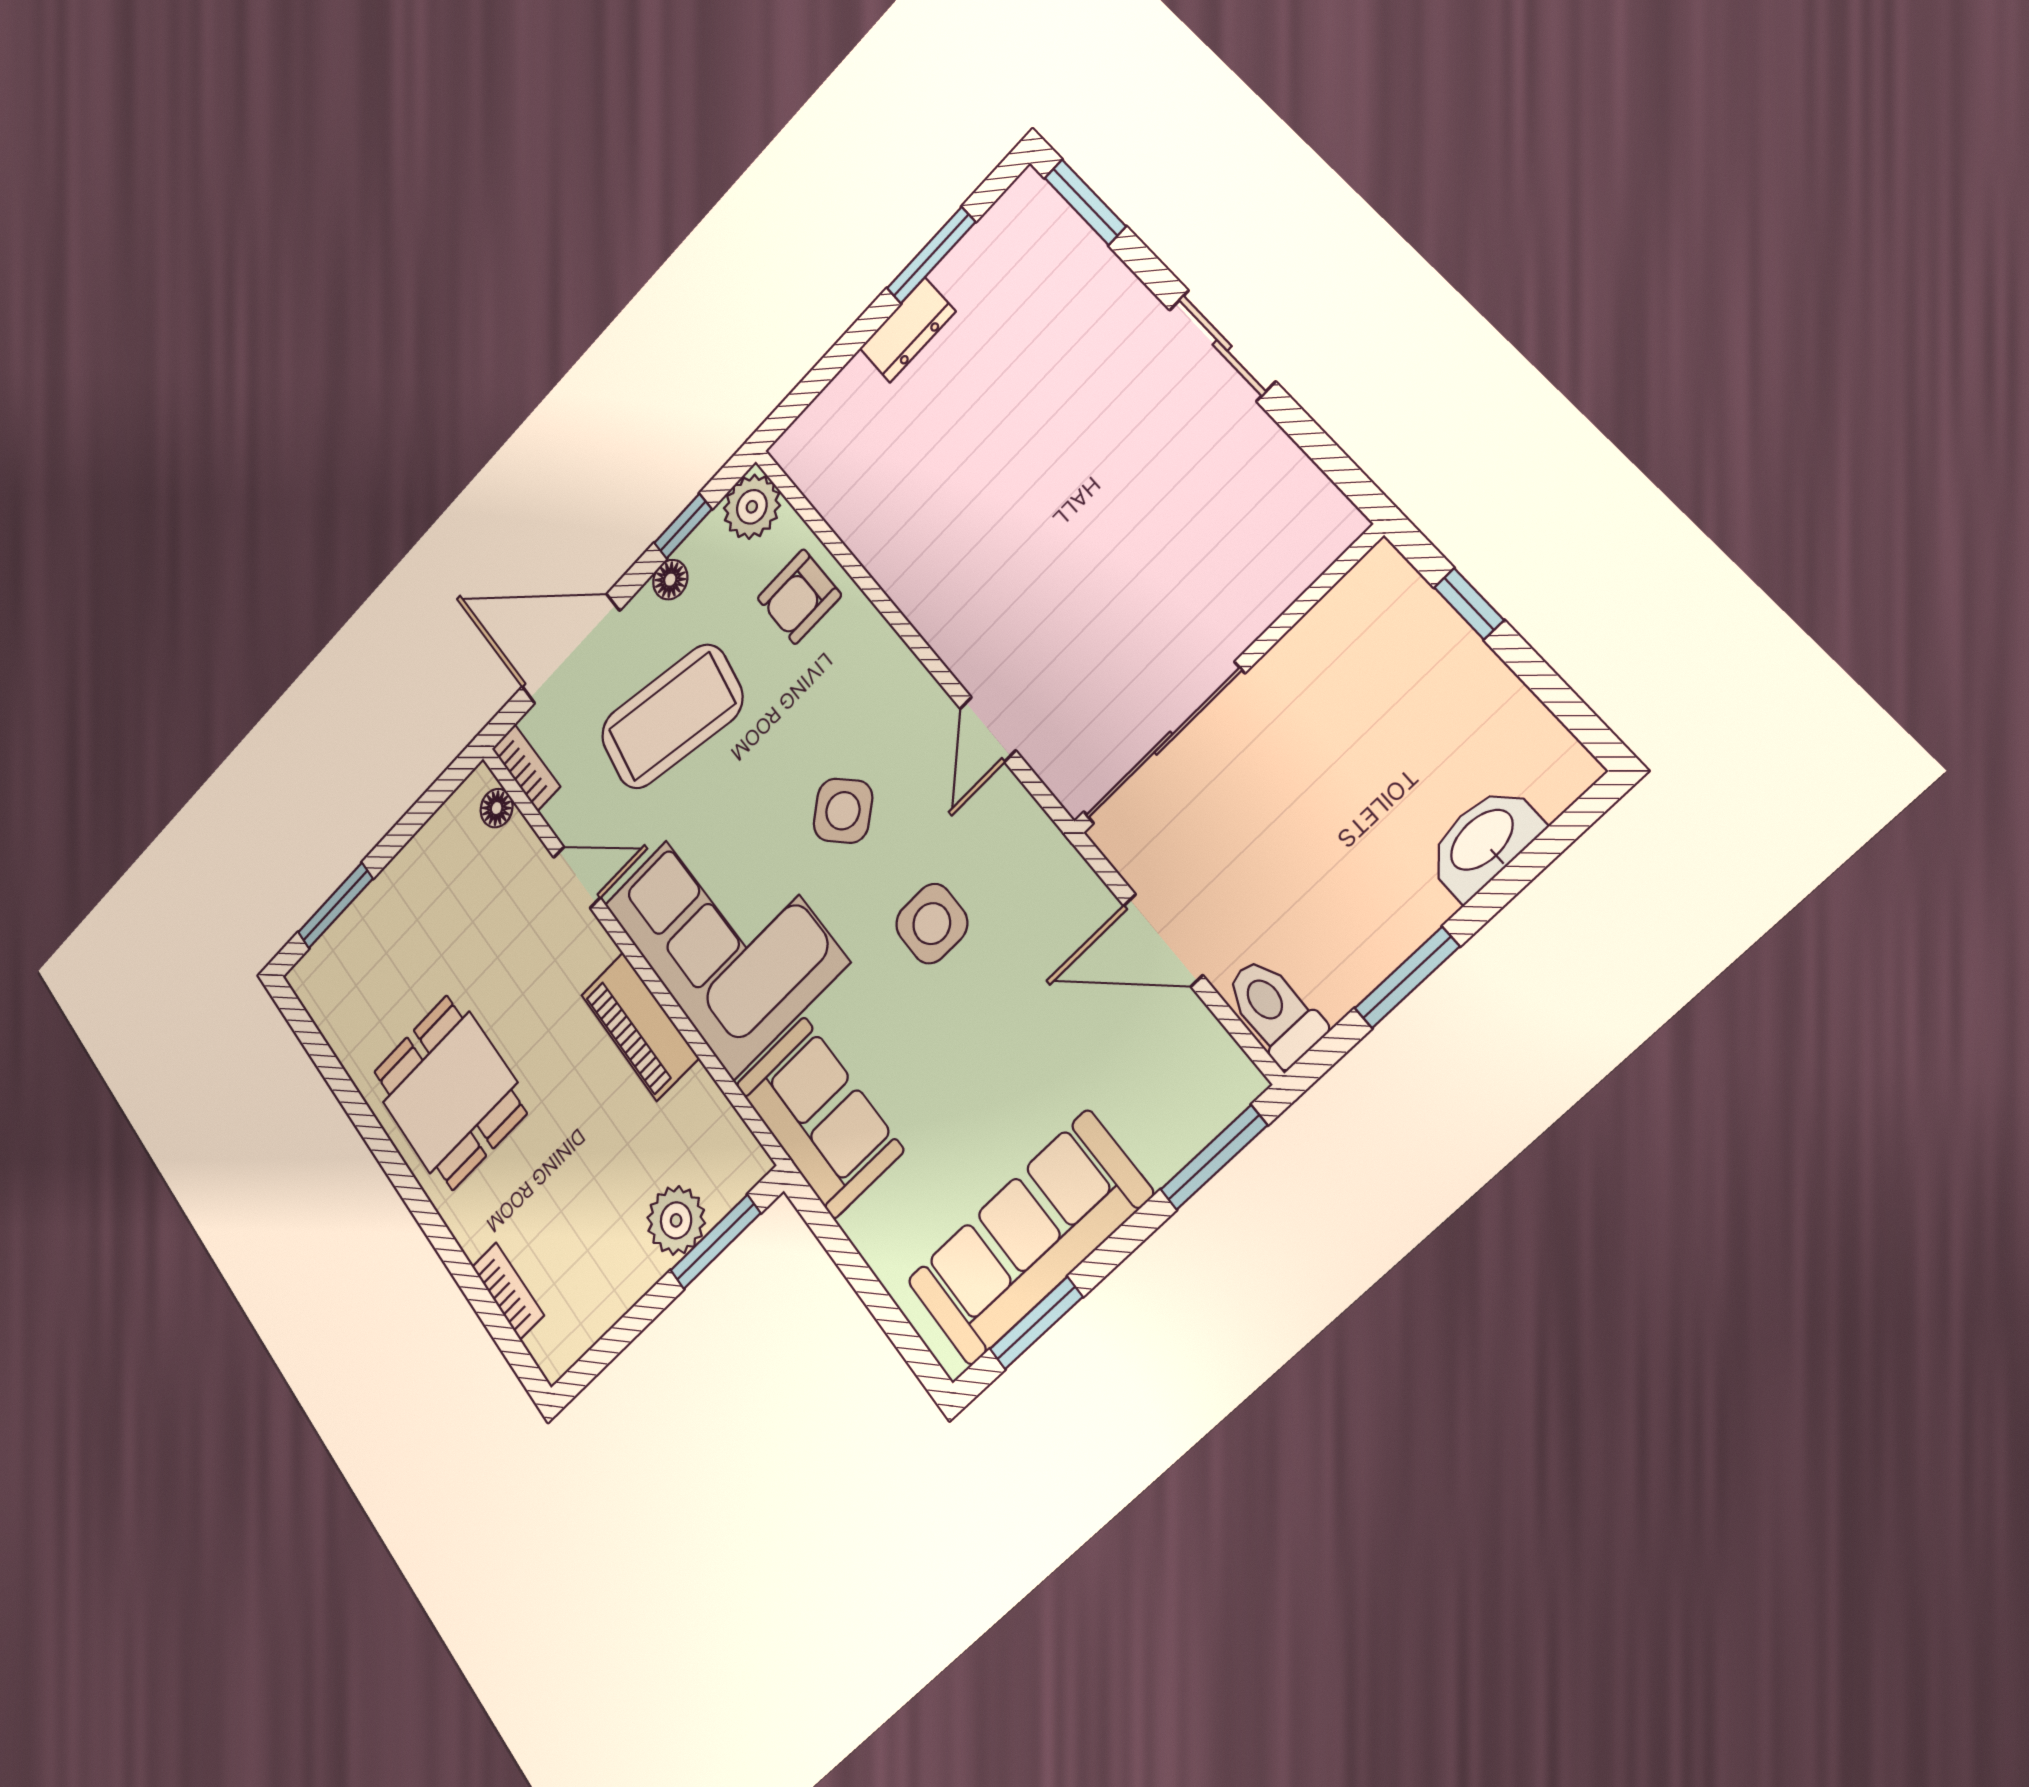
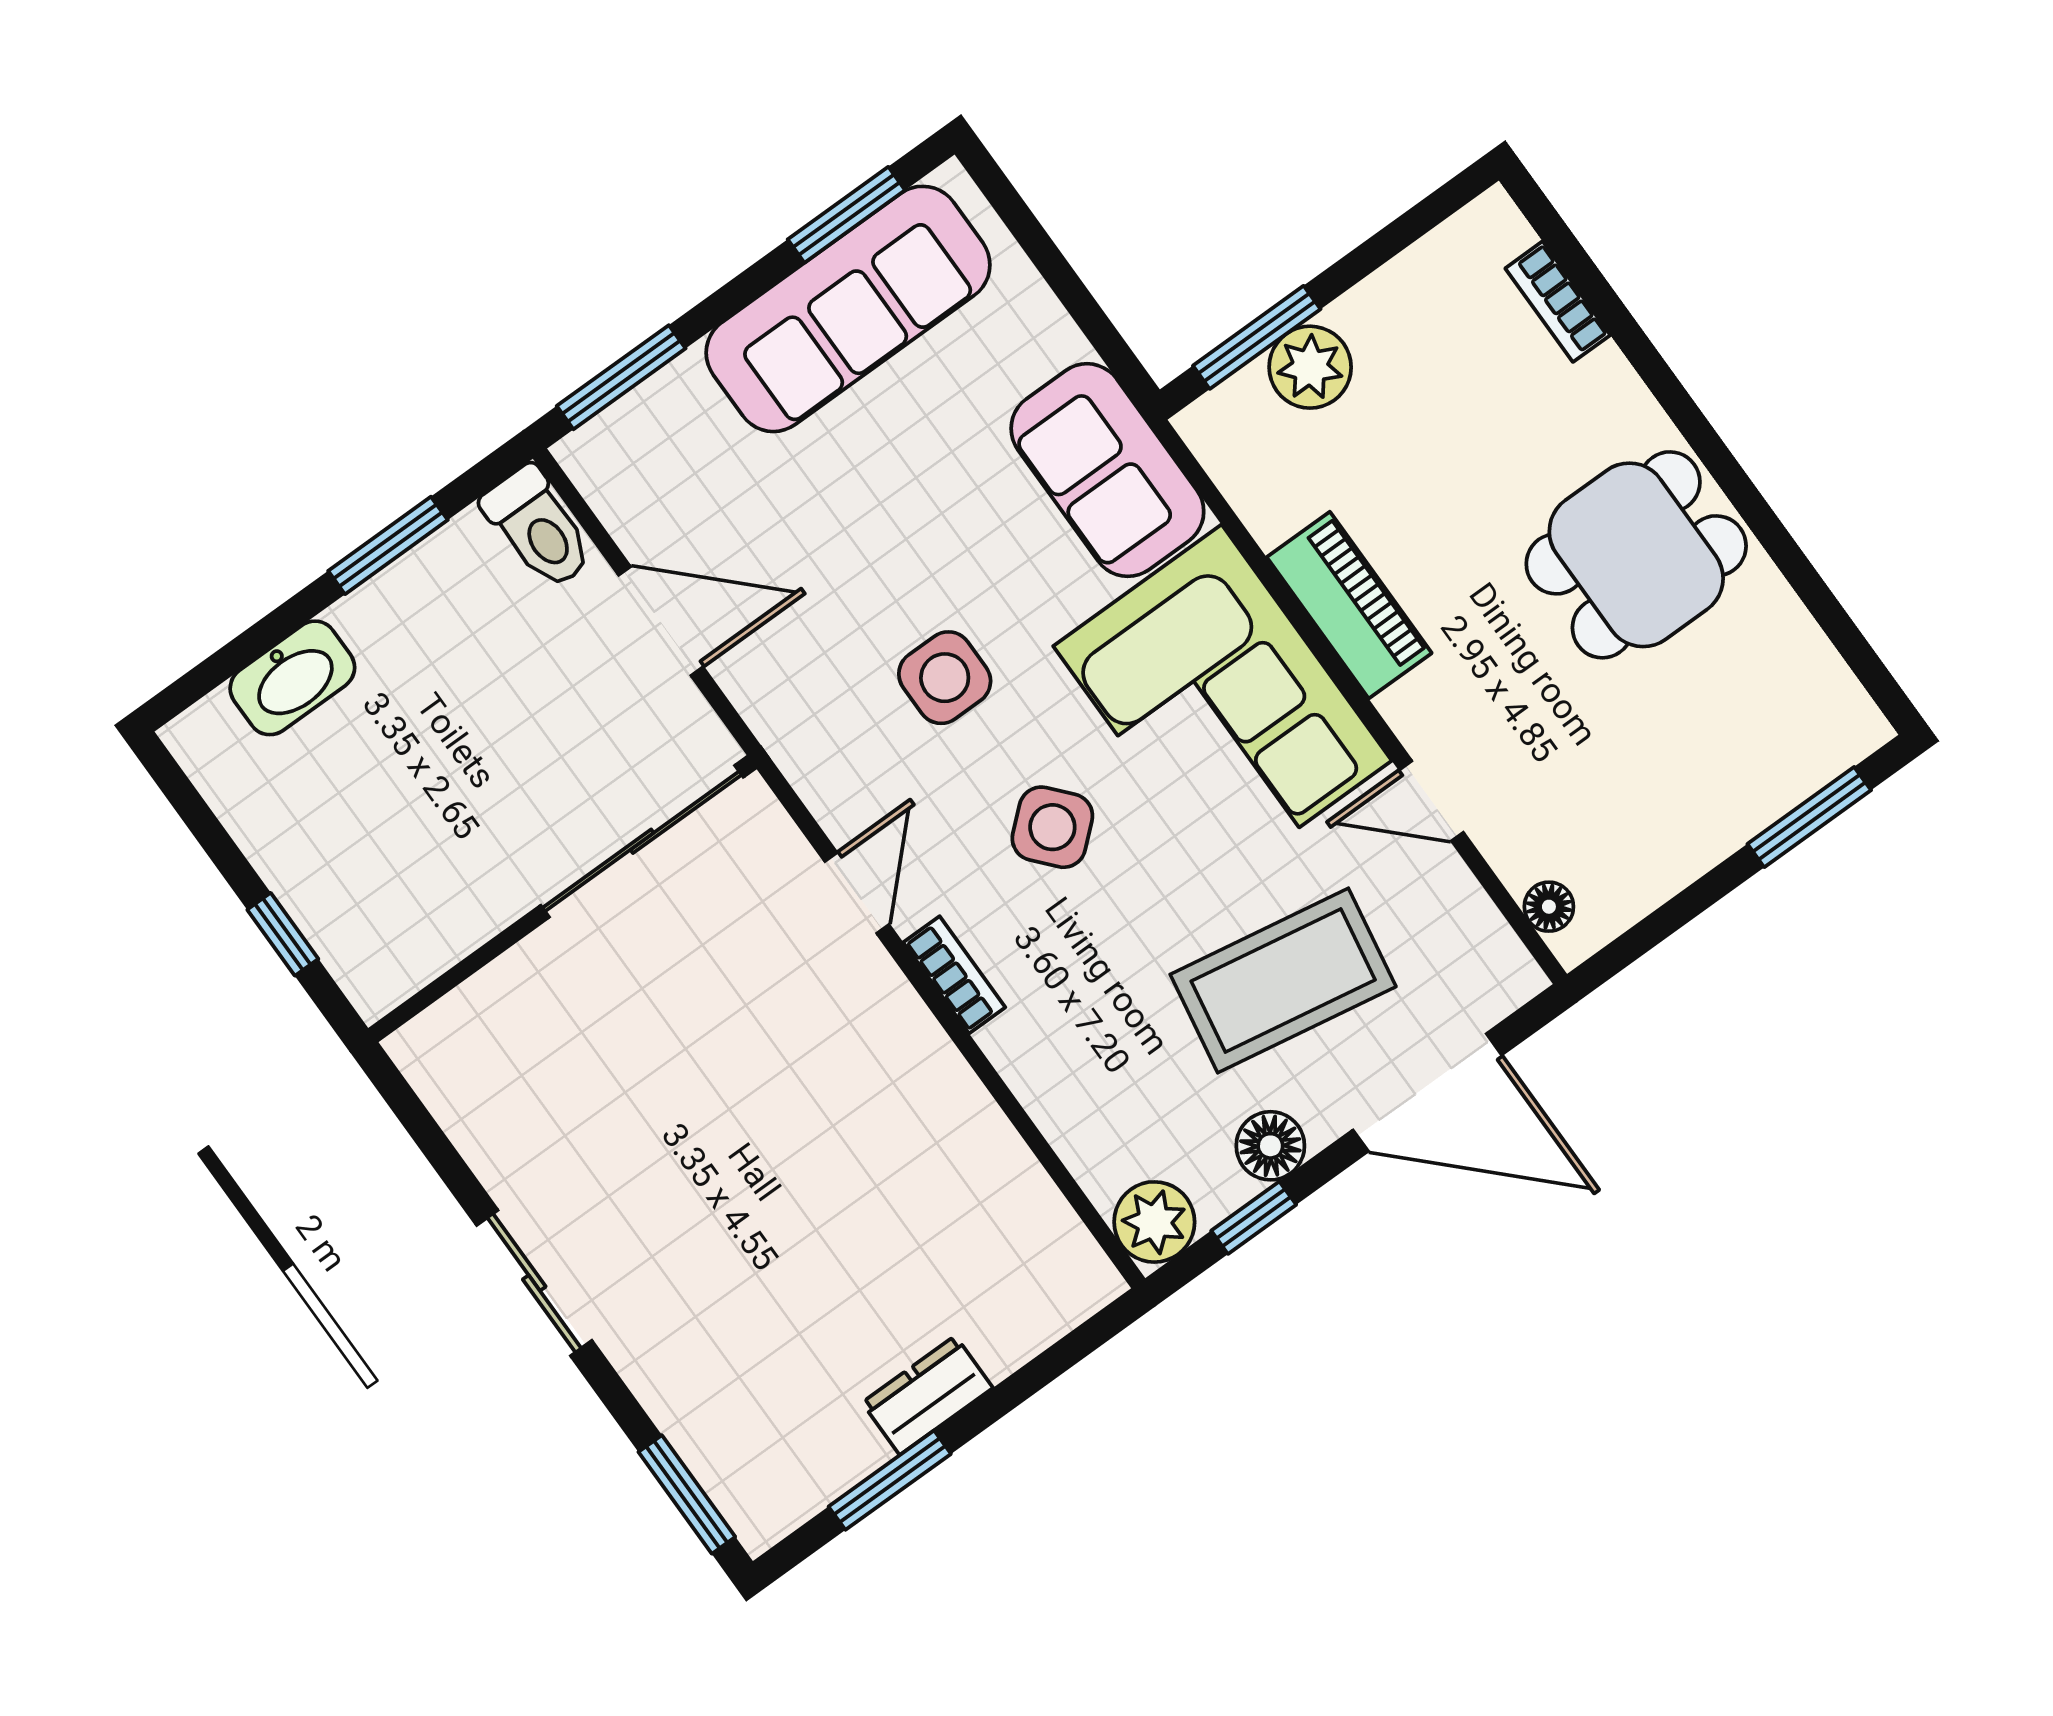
floor lamp: (670, 580) -> (1270, 1146), width x1.37, depth x1.37
armchair: (799, 597) -> (1095, 1097), removed
bookcase: (526, 768) -> (954, 975), moved, turned 180
dining table: (450, 1092) -> (1636, 555), turned 90

